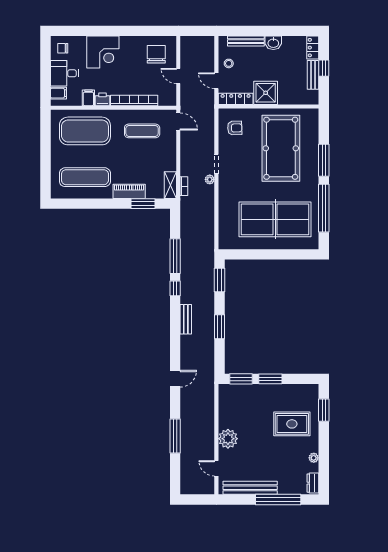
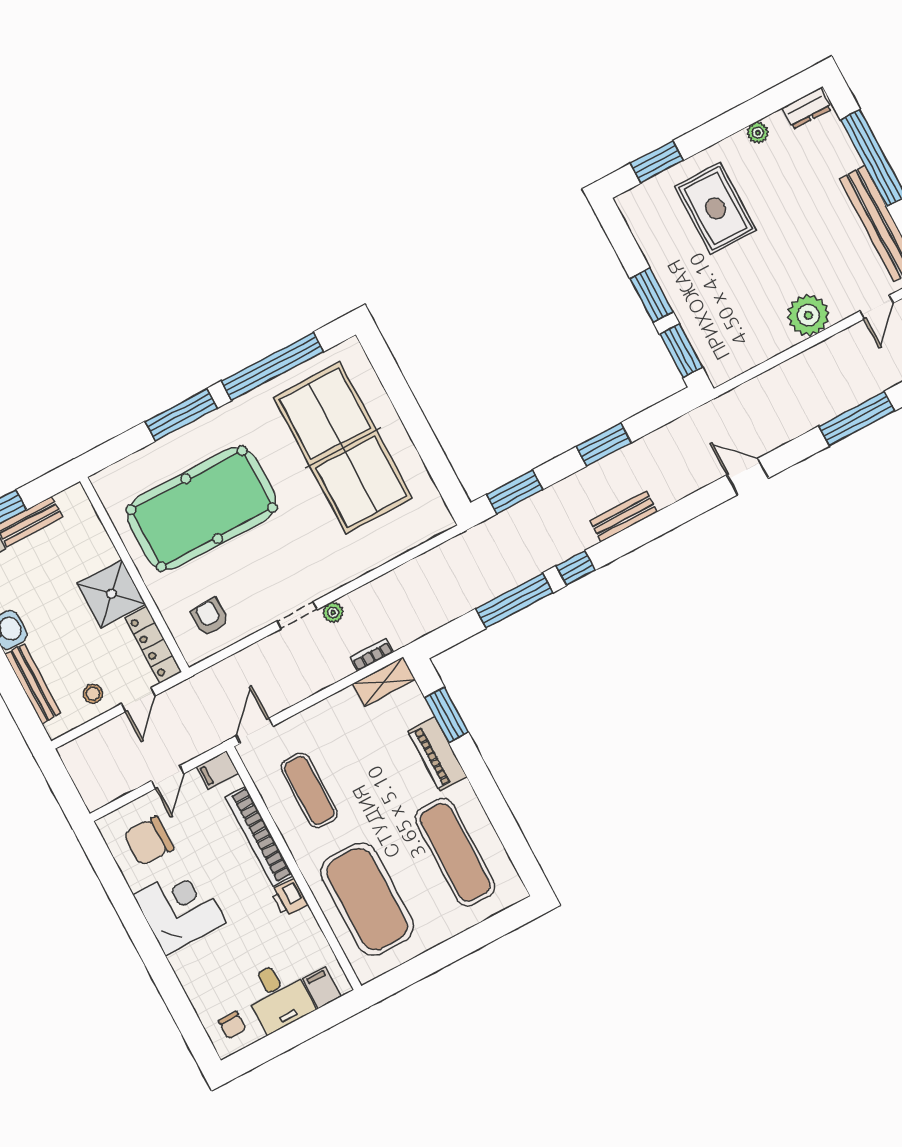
corner desk: (103, 52) -> (179, 909), moved
filing cabinet: (88, 98) -> (217, 770), moved

